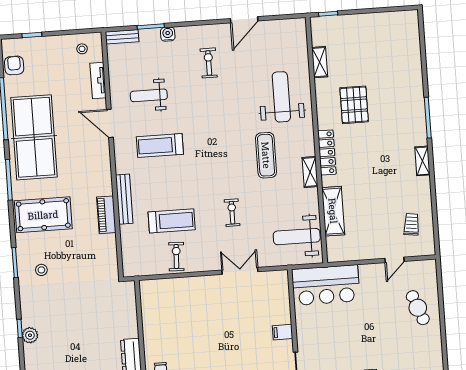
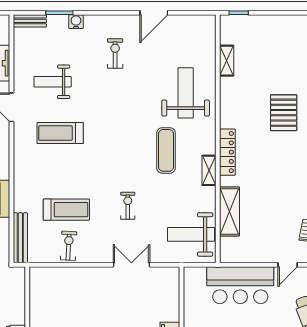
pallet: (354, 105) -> (284, 113), moved
bench: (124, 199) -> (20, 238), moved
bar counter: (326, 285) -> (240, 285), moved

